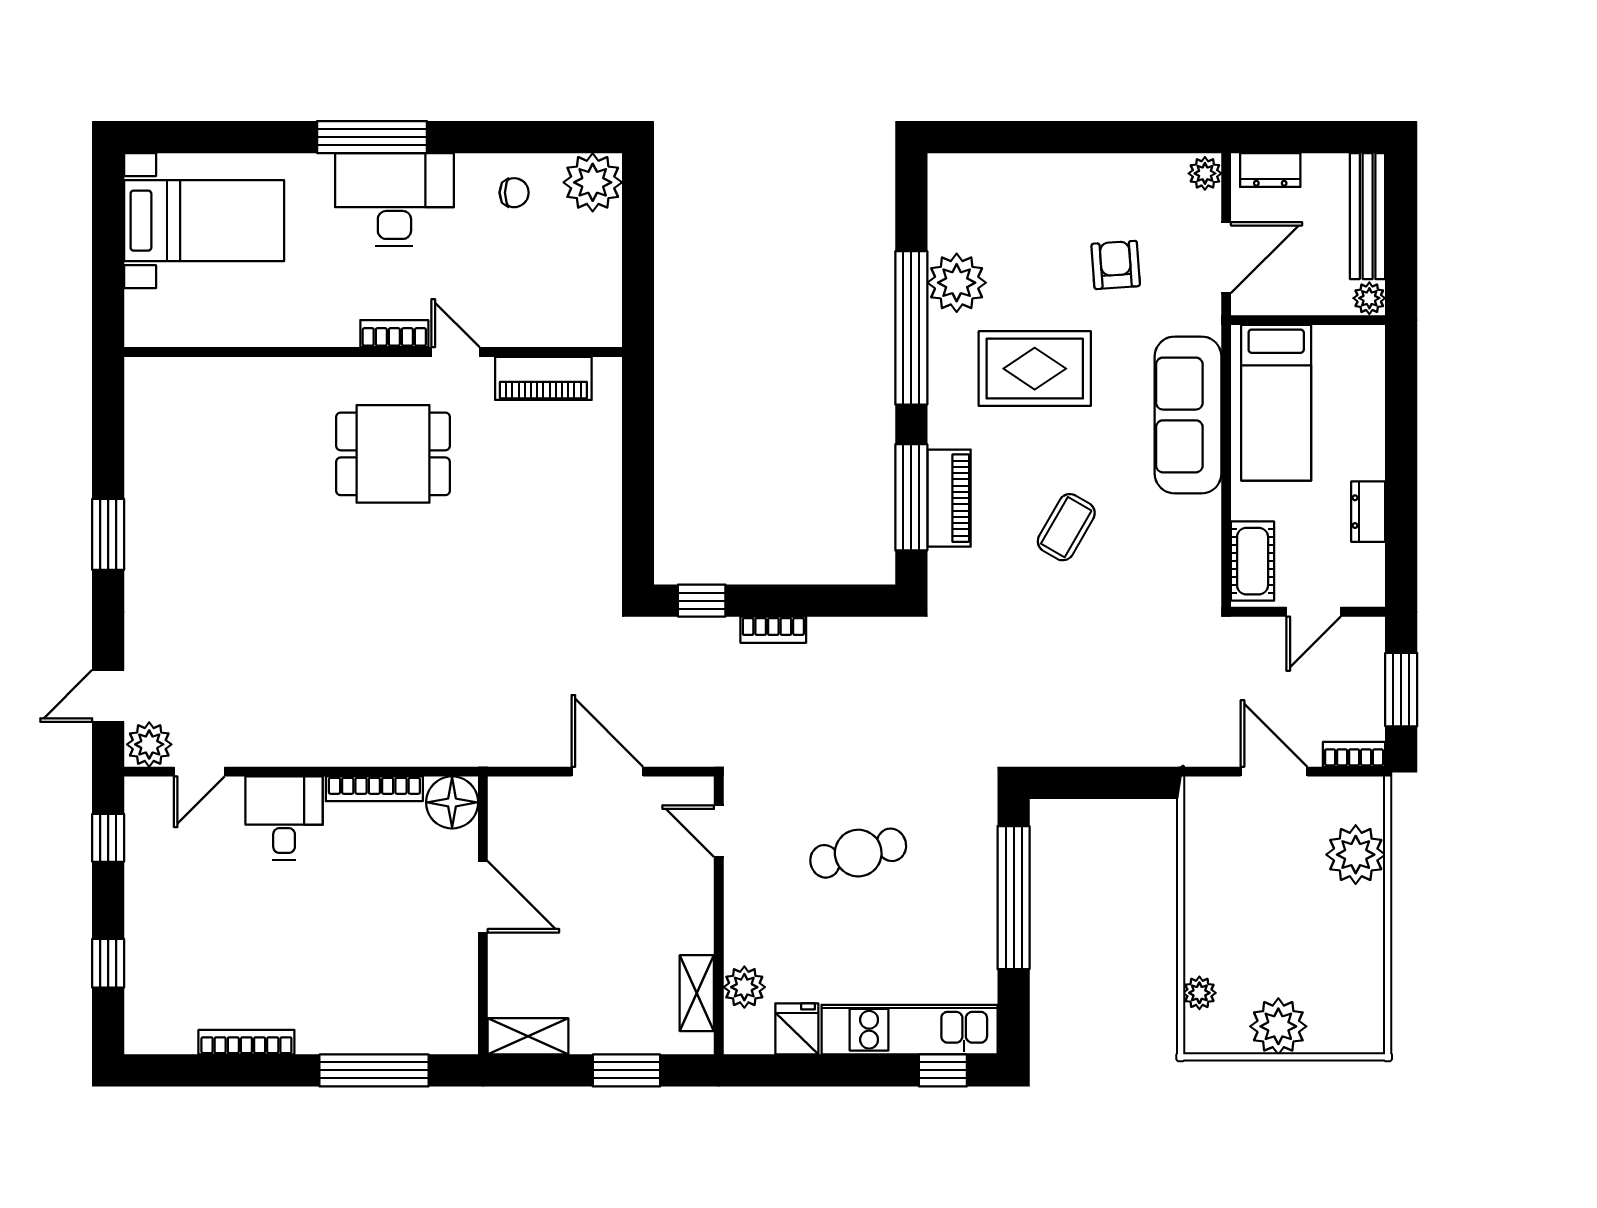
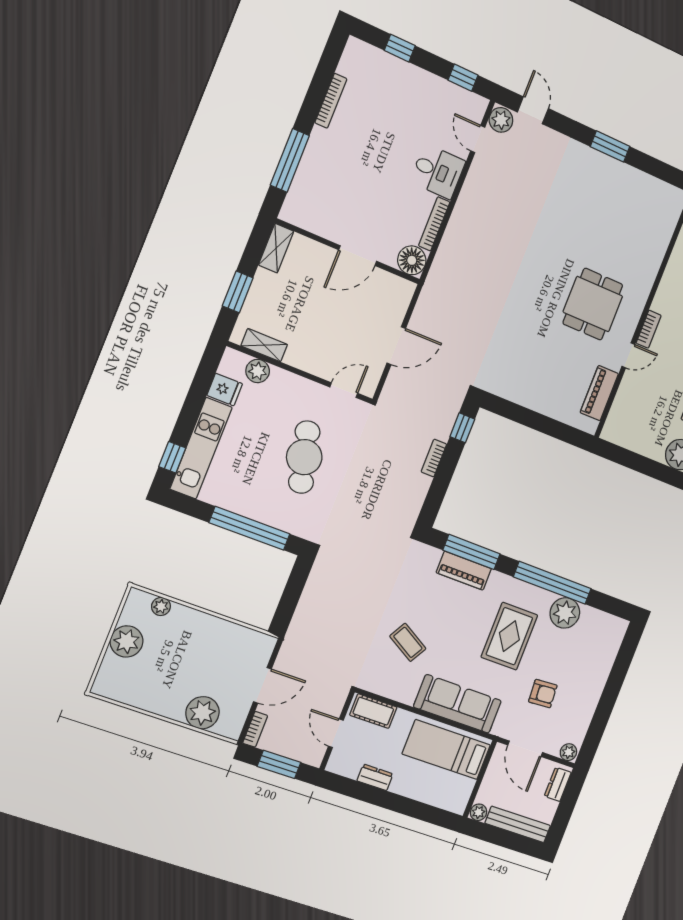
coffee table: (1066, 527) -> (408, 642), moved
cafe table: (858, 853) -> (304, 457), width x1.37, depth x1.35

